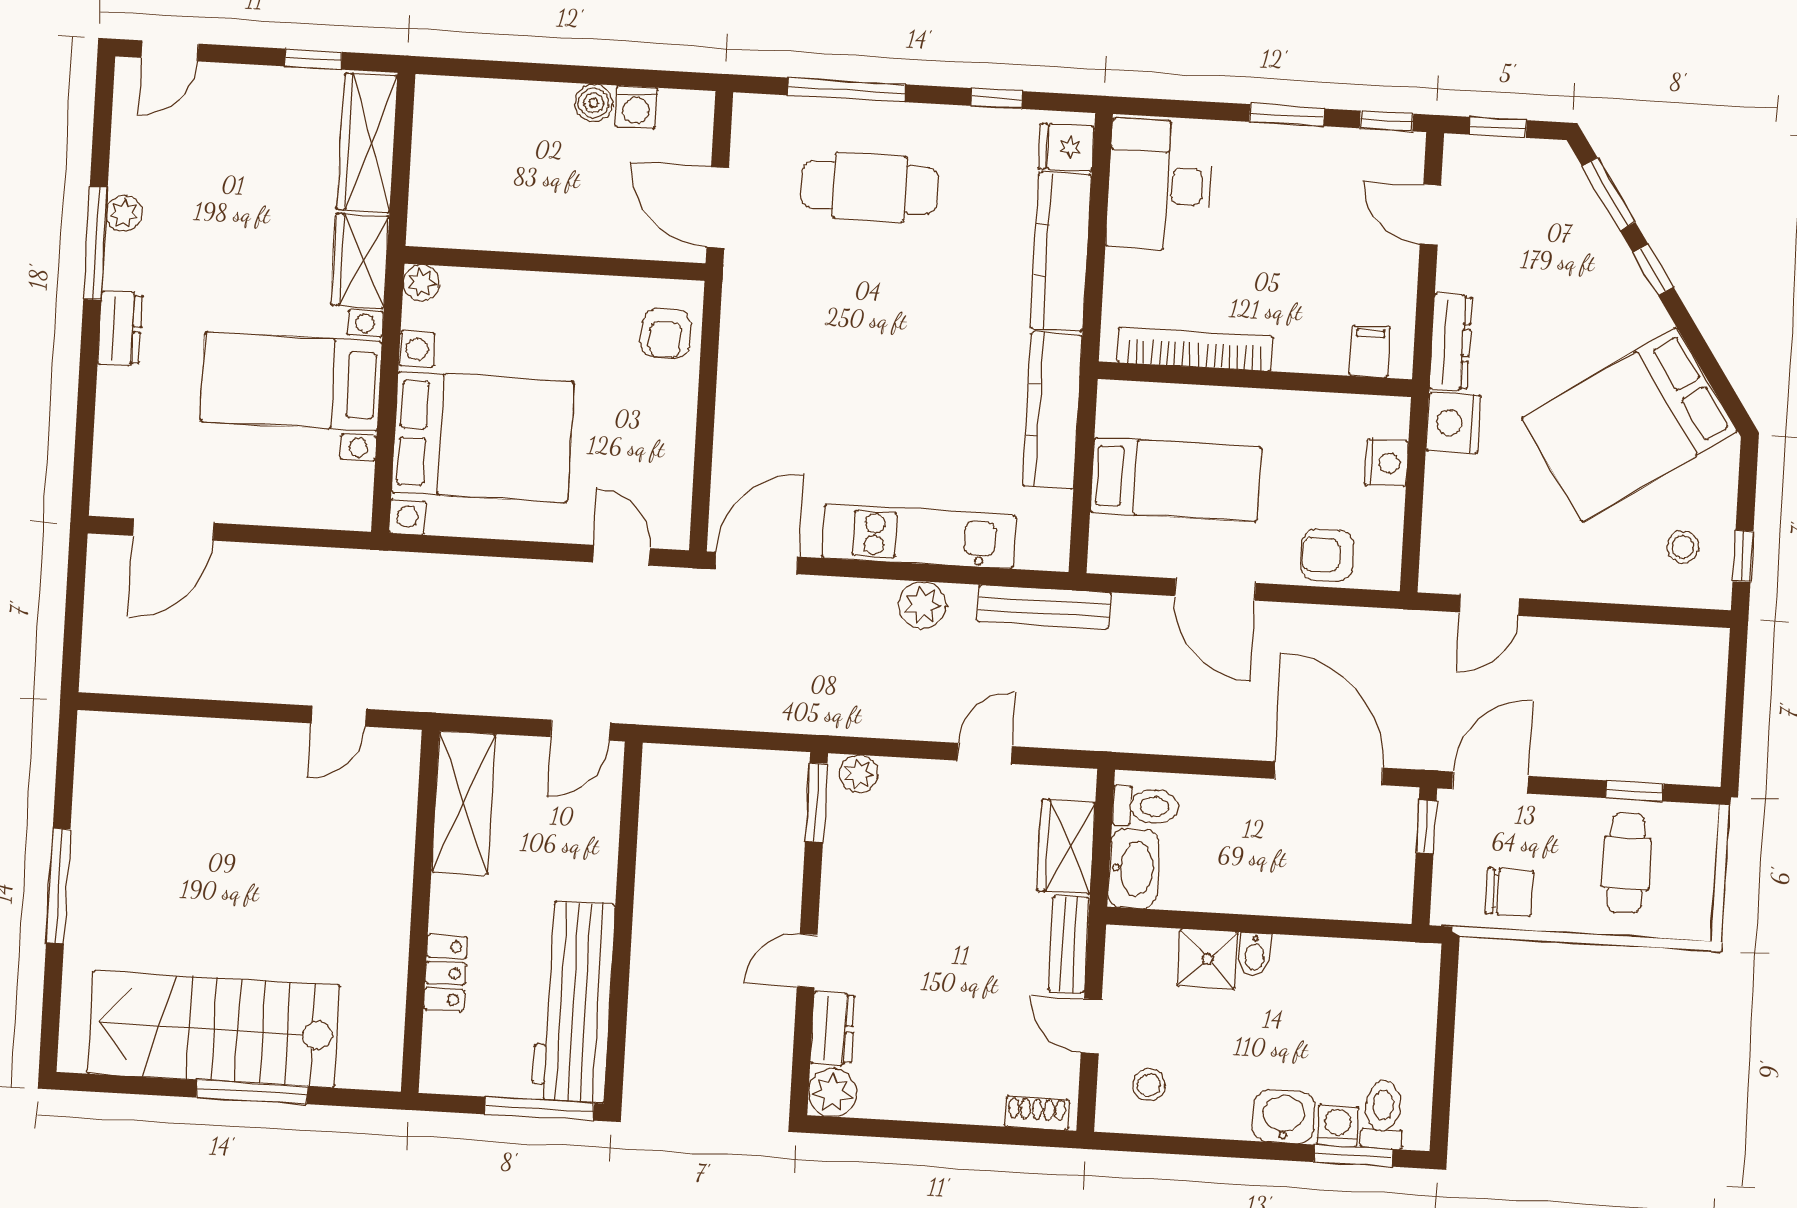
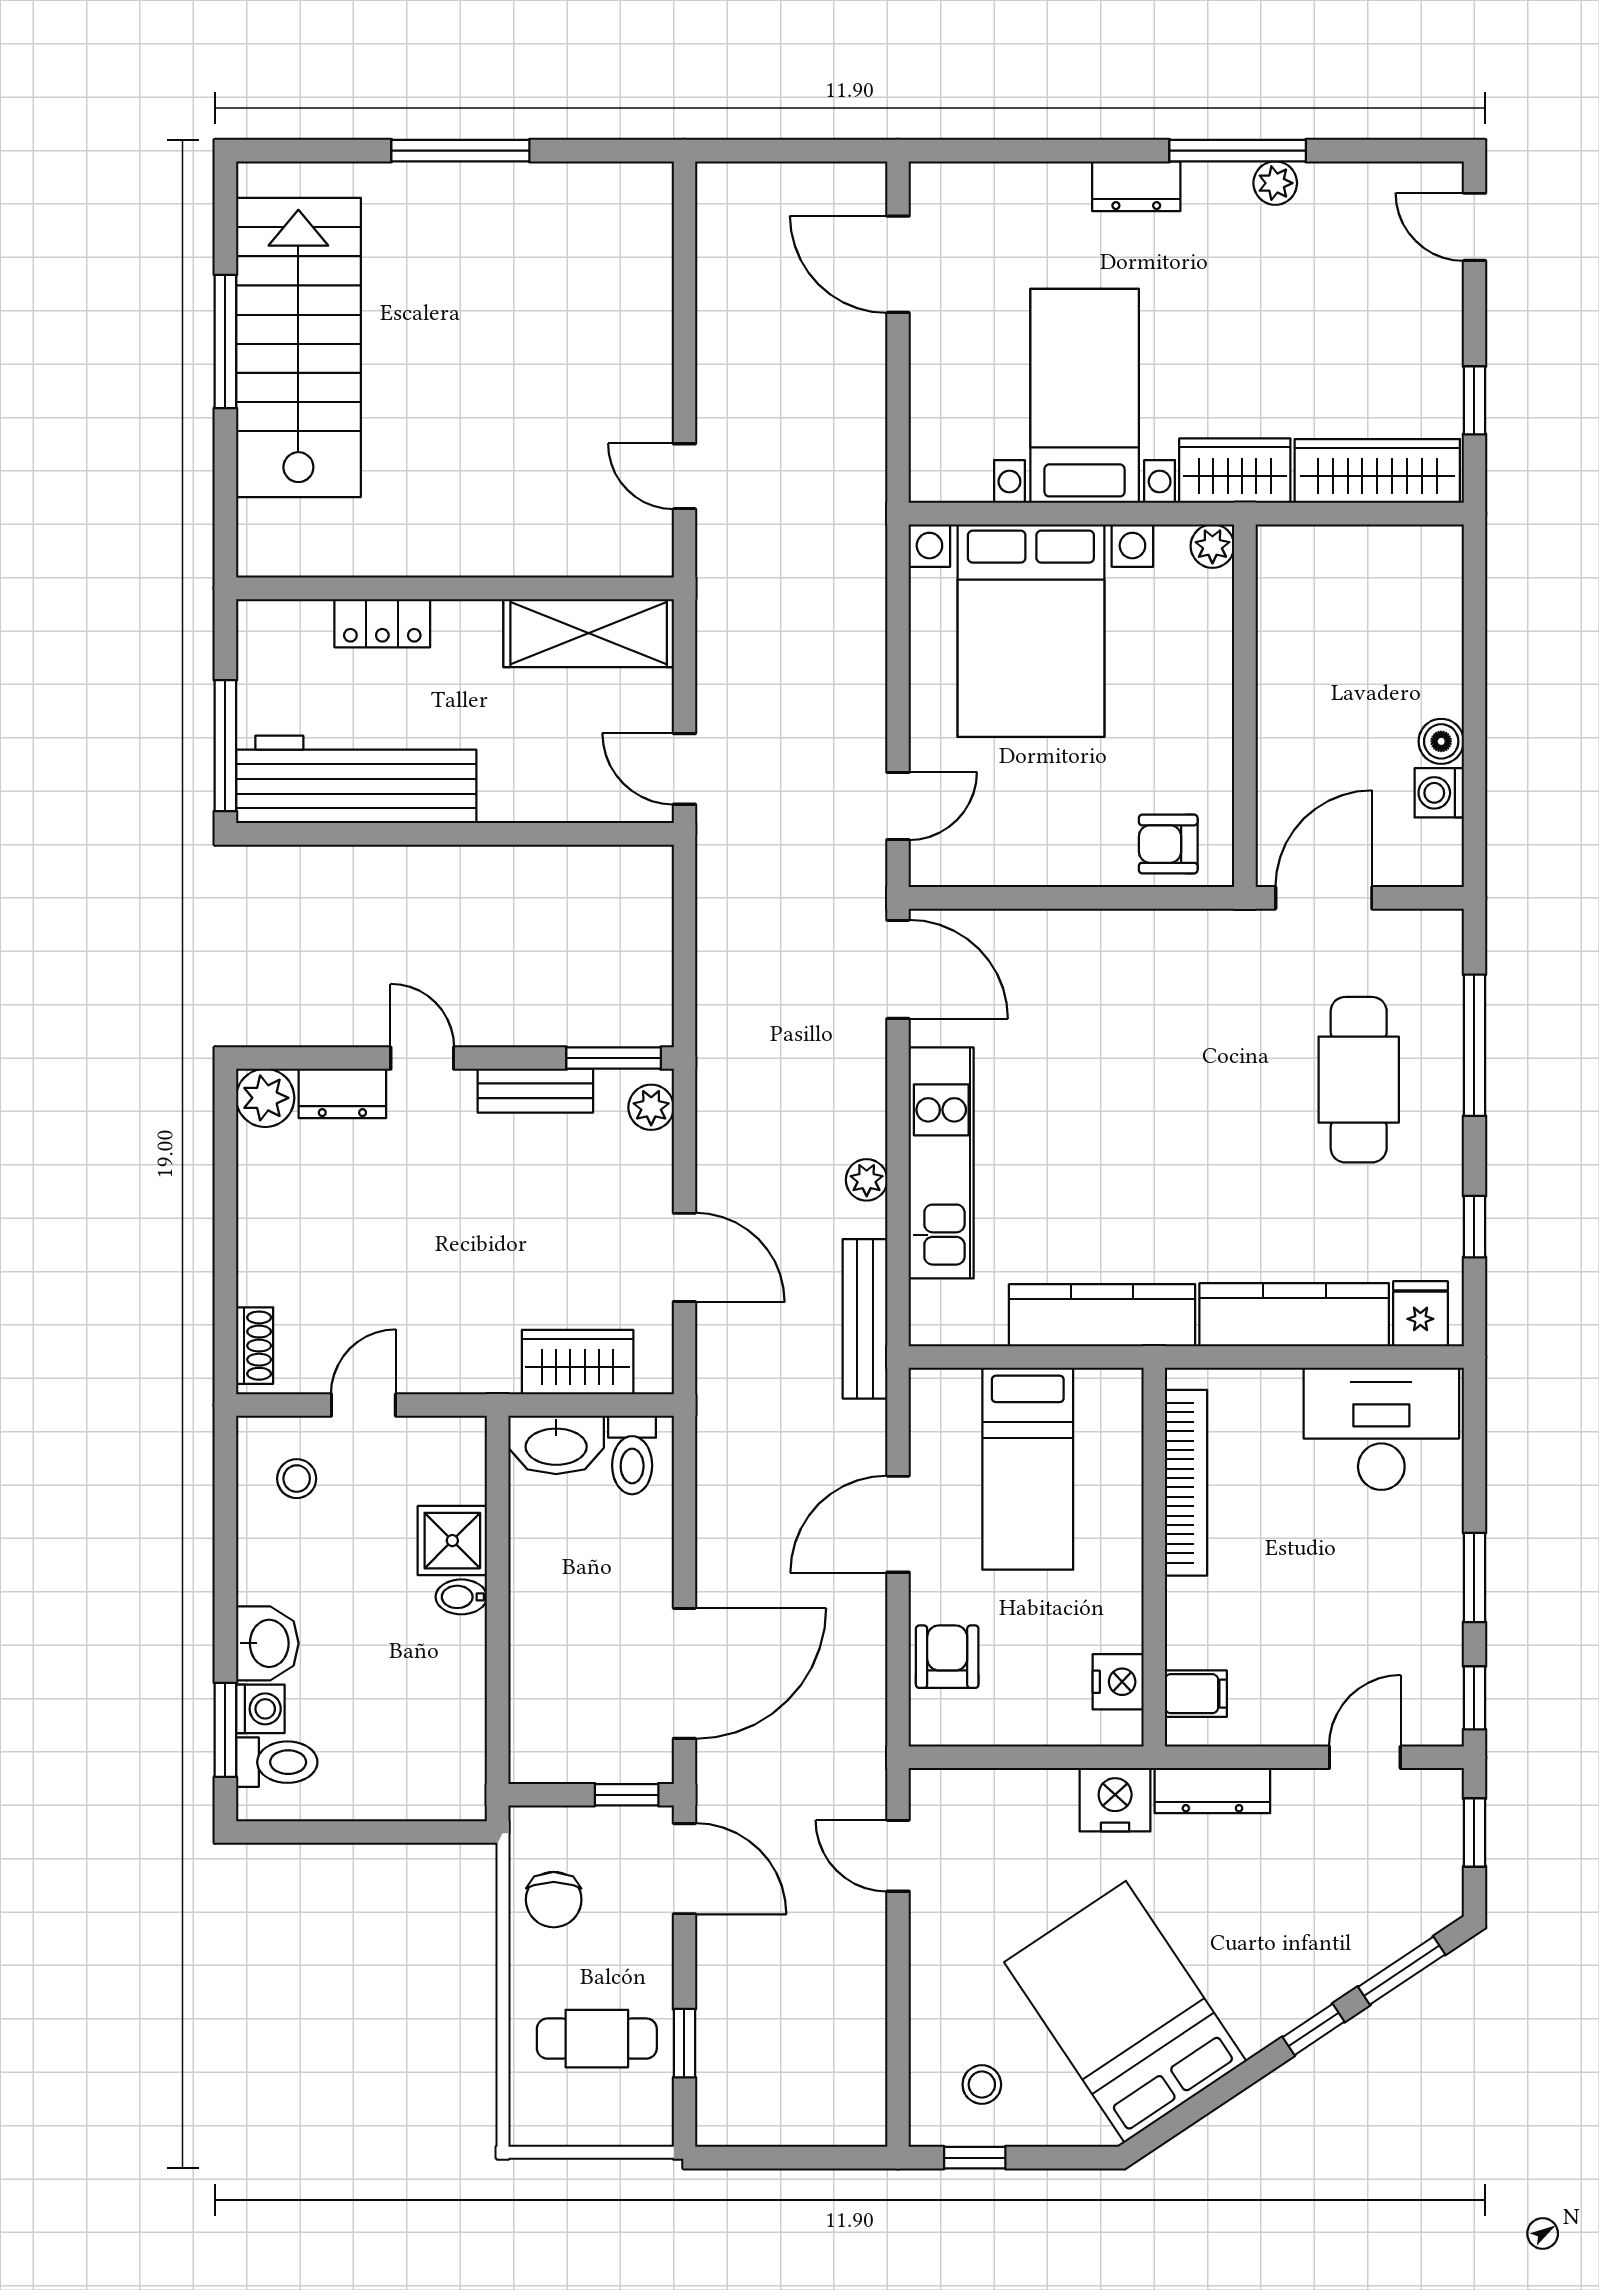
nightstand: (1386, 463) -> (1118, 1682), moved, turned -90
plant: (922, 605) -> (867, 1180), width x0.73, depth x0.73
door: (984, 753) -> (684, 1257), width x1.38
bench: (1069, 944) -> (535, 1091), moved
window: (252, 1092) -> (225, 341), moved

